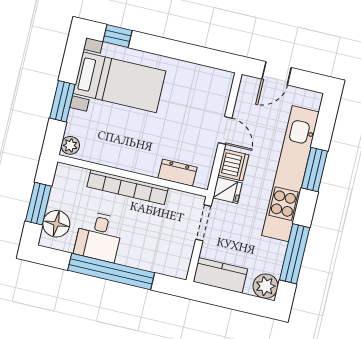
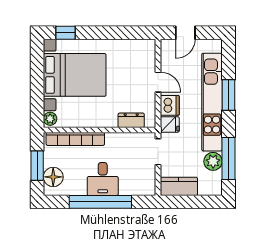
bed with nightstands: (119, 82) -> (75, 75), width x1.36
window: (62, 101) -> (37, 89), removed
bookcase: (128, 187) -> (75, 139), moved
desk: (99, 237) -> (103, 179), moved
plant: (266, 286) -> (213, 161), moved

